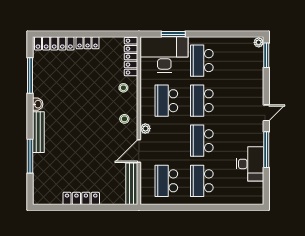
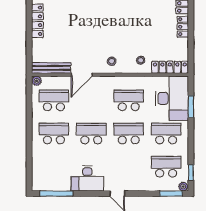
window: (244, 34) -> (191, 172), added
school desk: (237, 61) -> (166, 167), added
plant: (145, 129) -> (37, 81), moved
window: (266, 150) -> (56, 194), moved
door: (139, 151) -> (82, 75), swing flipped
desk: (250, 164) -> (87, 178), moved

